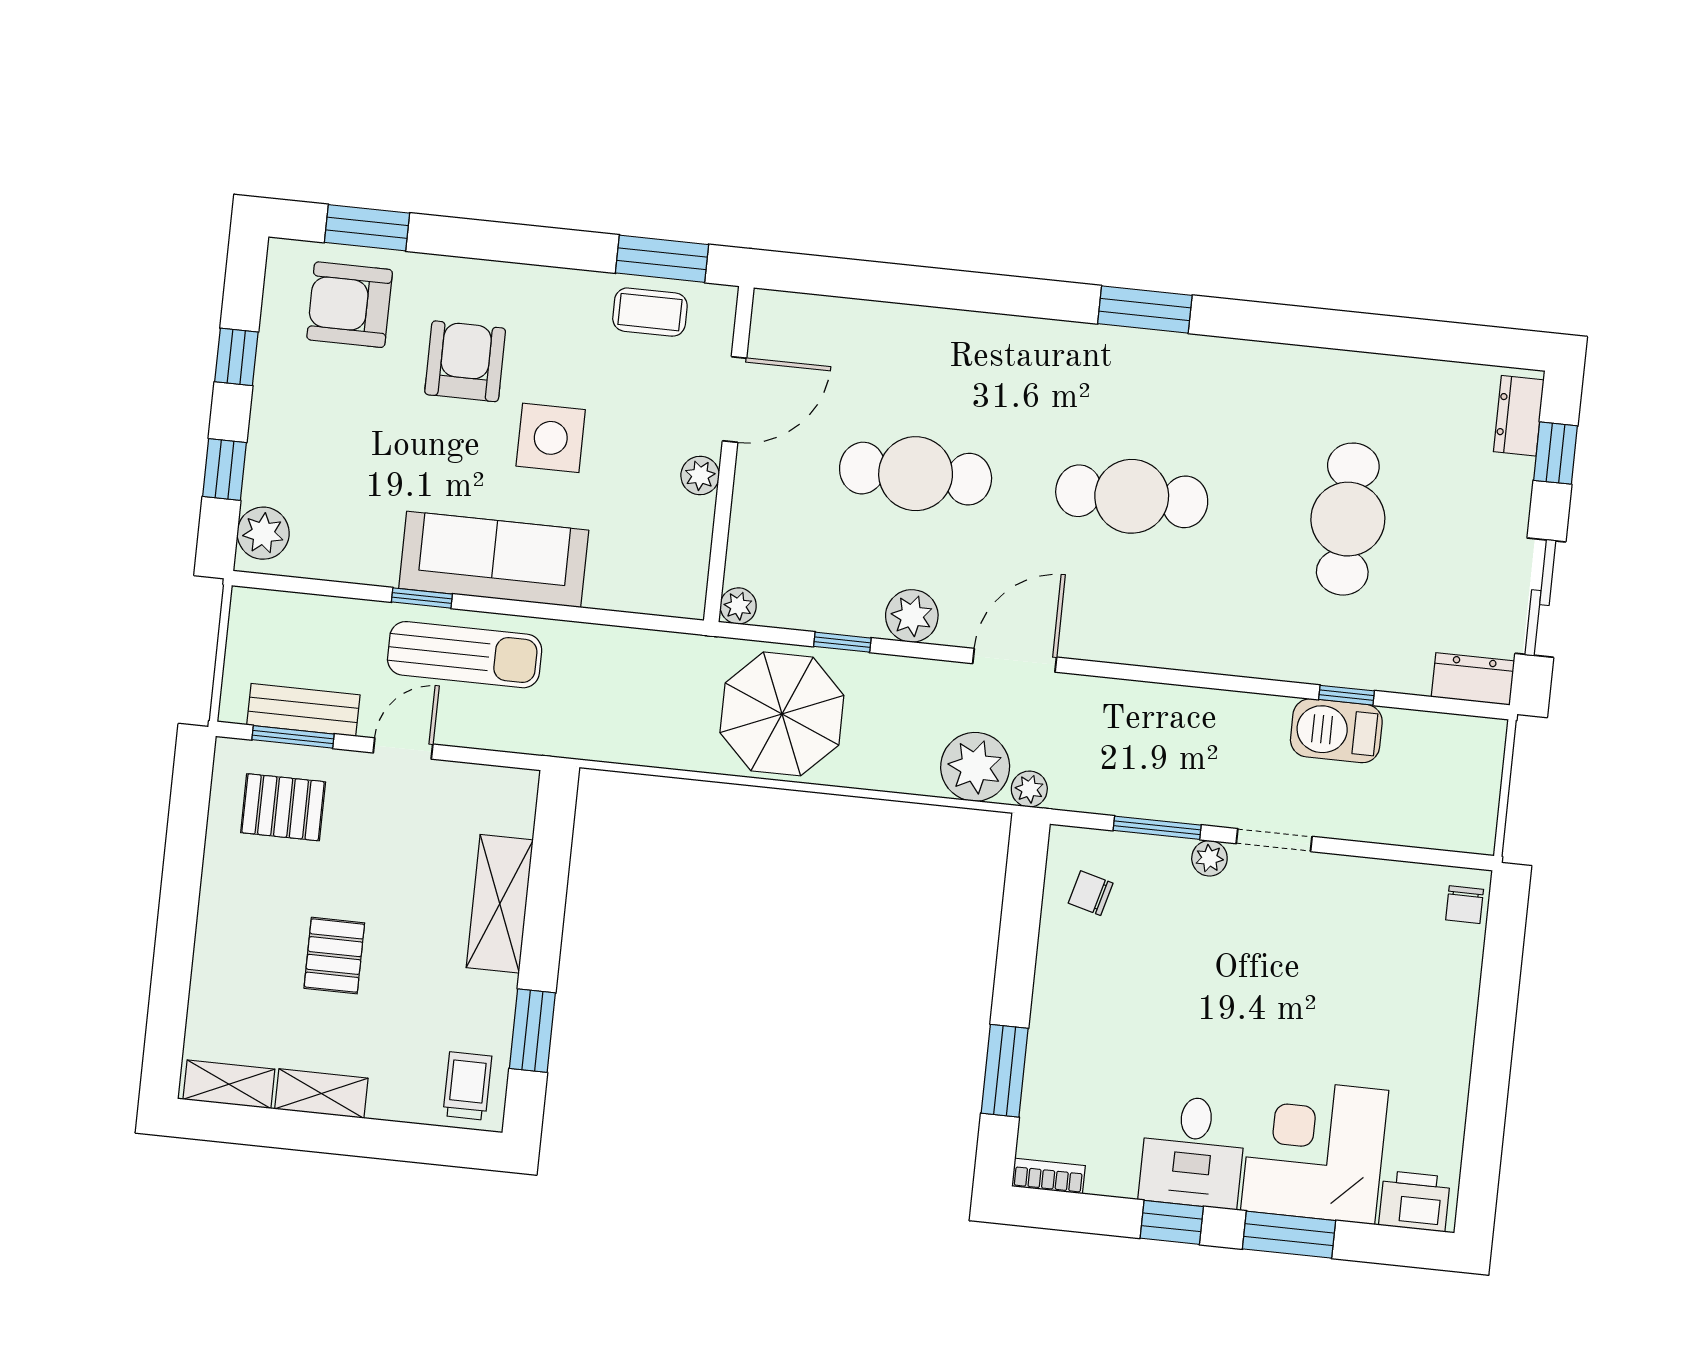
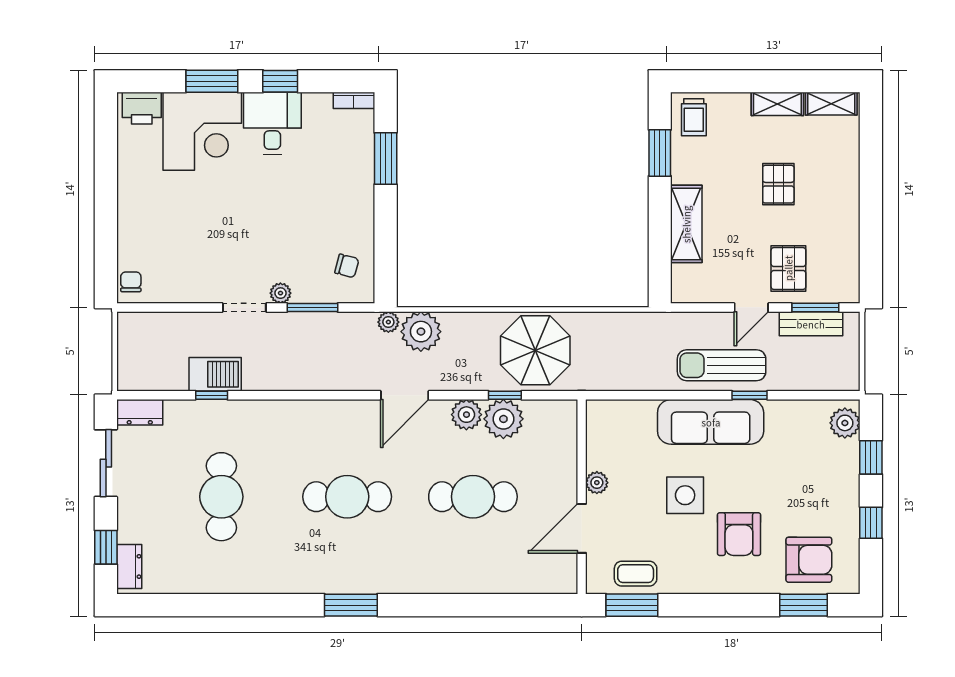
plant: (738, 606) -> (503, 419), moved, width x1.88, depth x1.88
pallet: (283, 807) -> (788, 268), moved, turned 90

